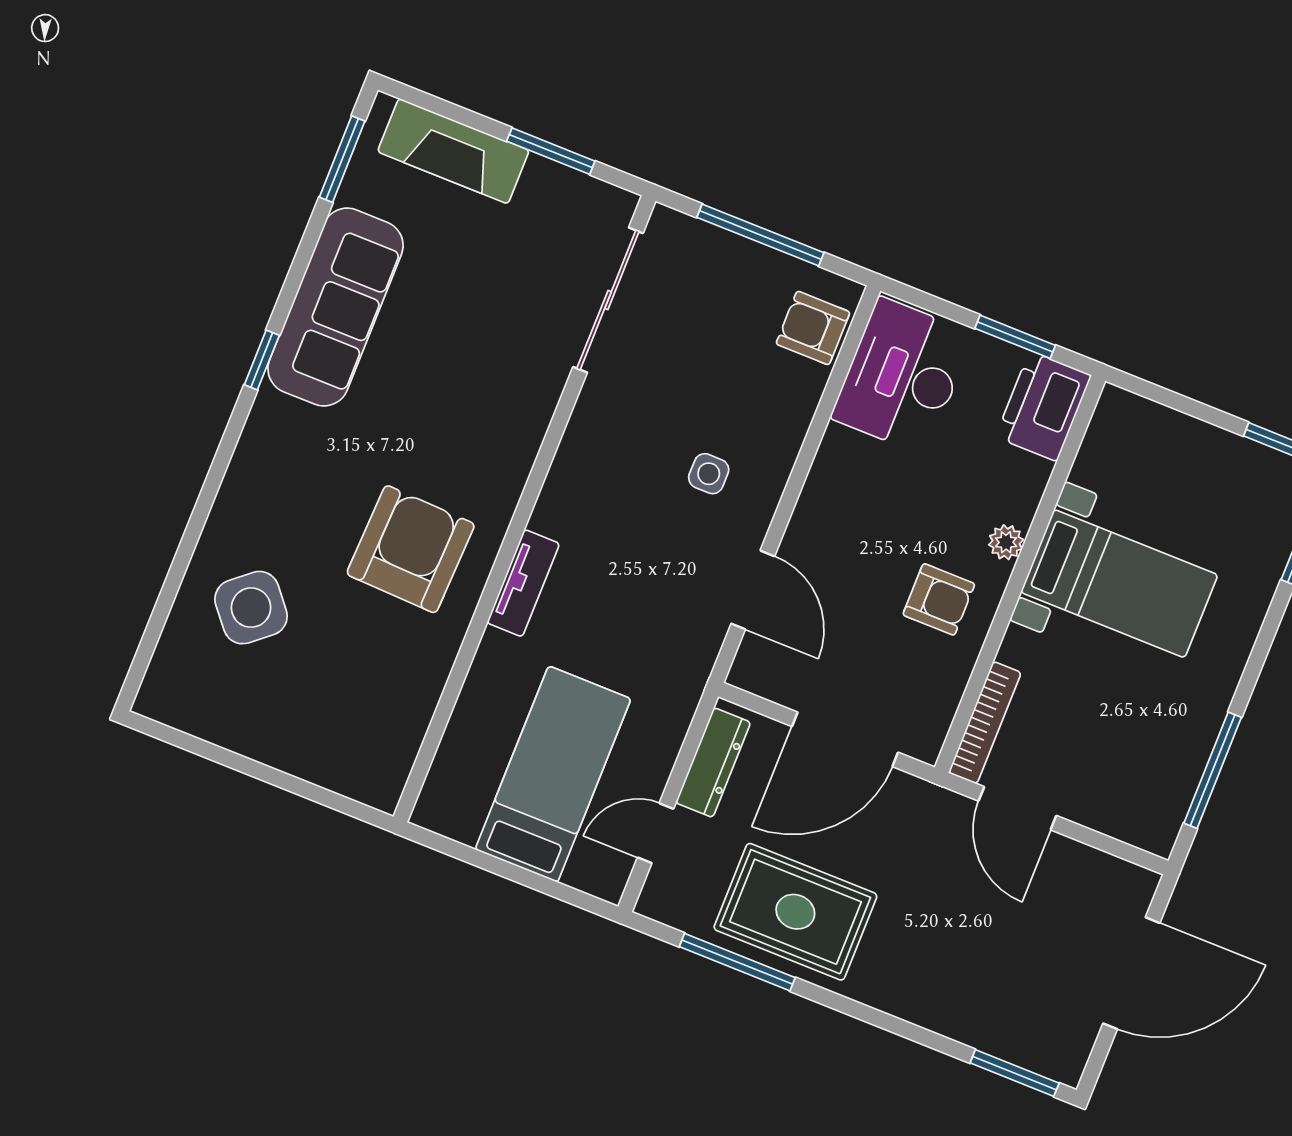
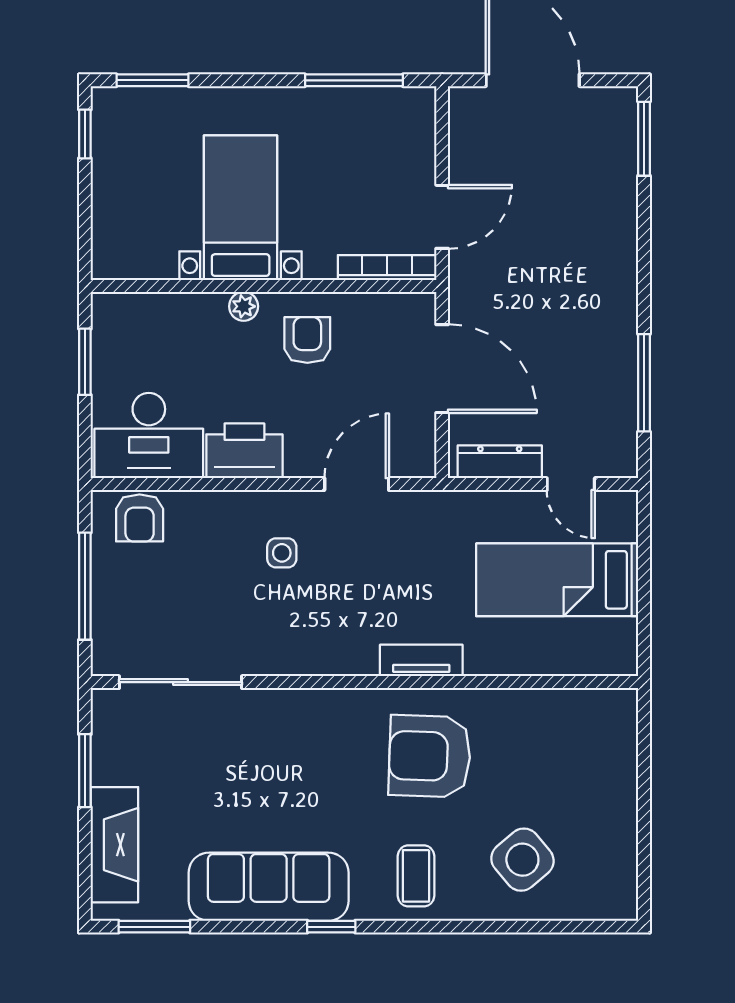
printer: (1043, 406) -> (244, 451), moved, turned 180
coffee table: (281, 479) -> (416, 876), added
rug: (795, 912) -> (588, 354), removed

